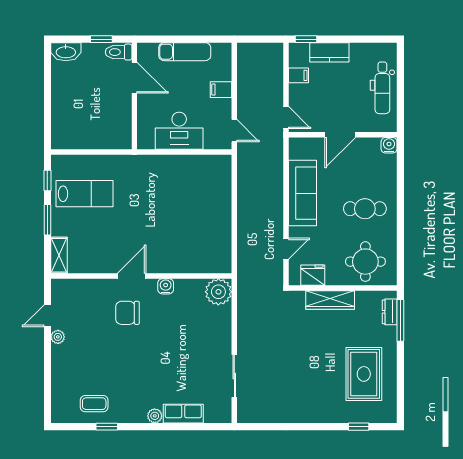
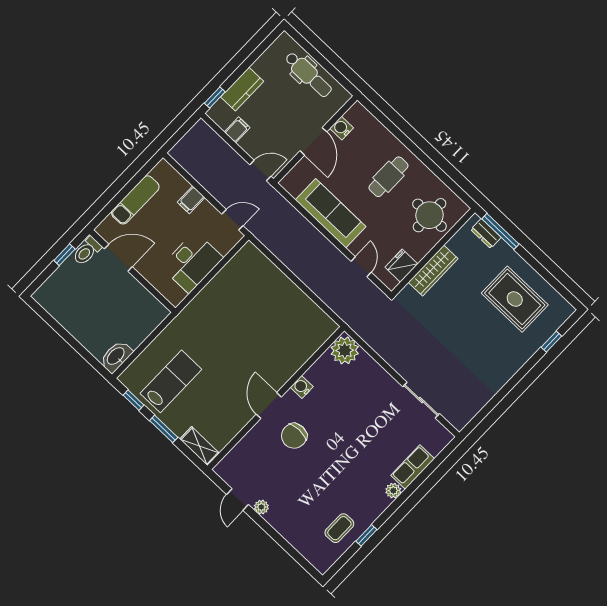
washbasin: (66, 52) -> (116, 356), moved, turned 180
water cooler: (389, 145) -> (342, 128), moved

